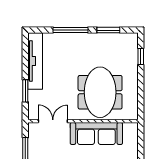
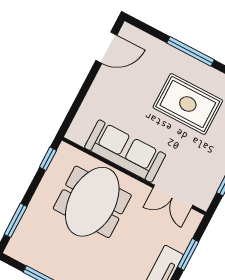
window: (141, 57) -> (16, 220), width x1.50
window: (141, 104) -> (48, 159), added

